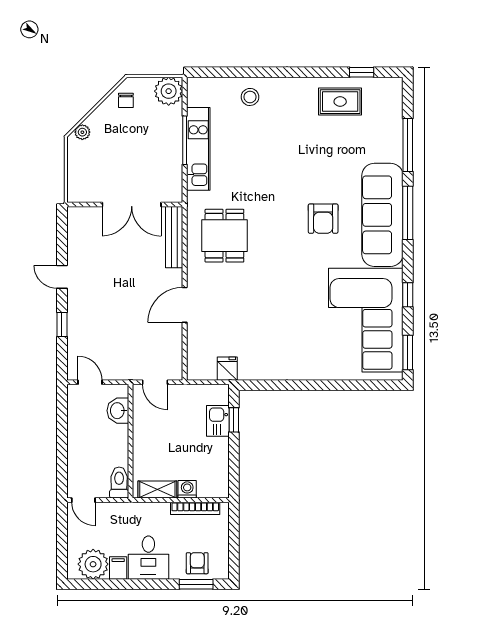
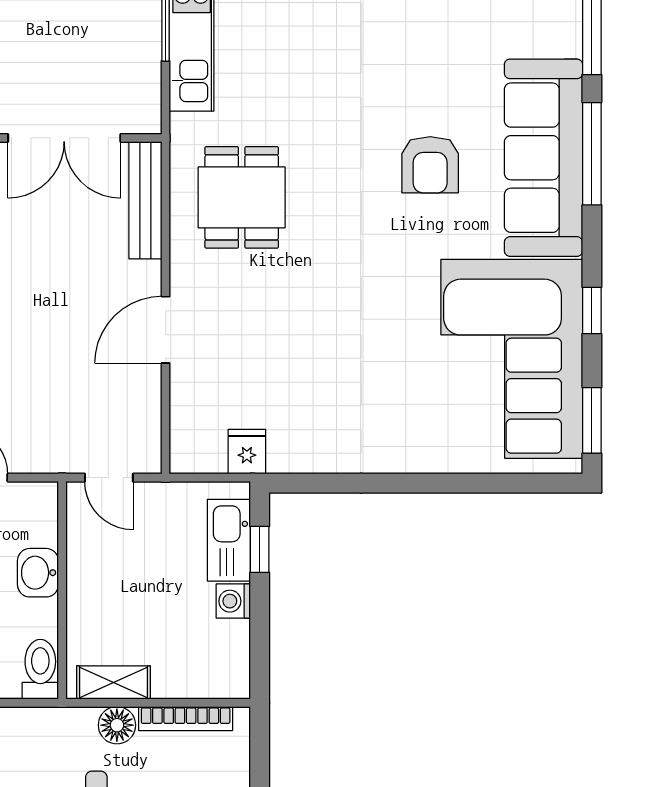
washbasin: (118, 411) -> (38, 573), moved
kitchen sink: (218, 421) -> (229, 540), width x1.38
washing machine: (187, 489) -> (233, 601), moved, turned -90
floor lamp: (159, 512) -> (117, 725), added

